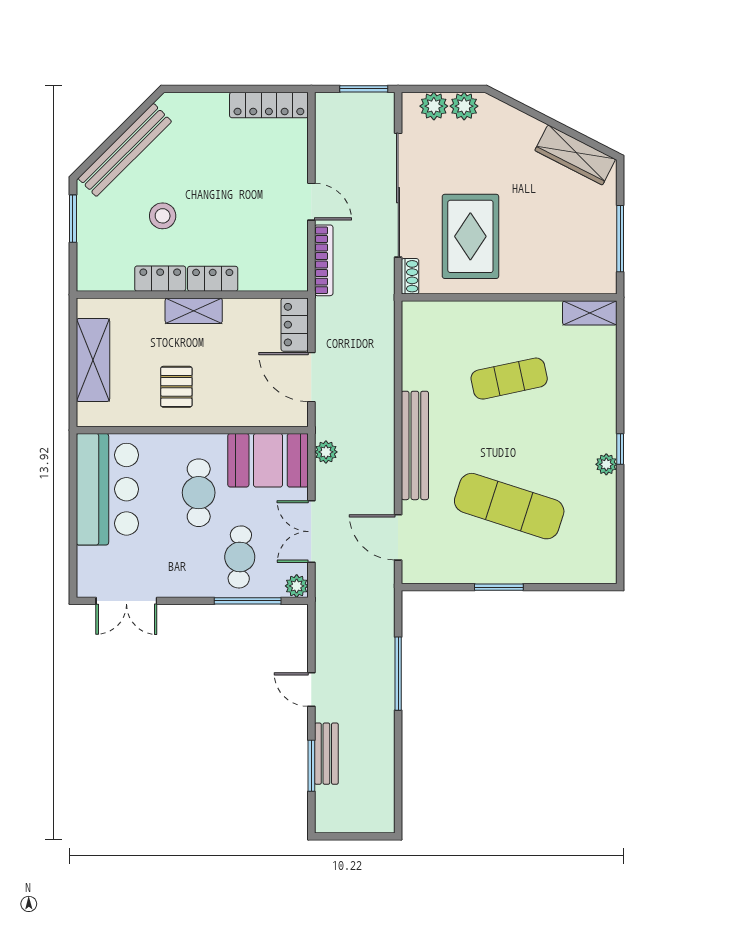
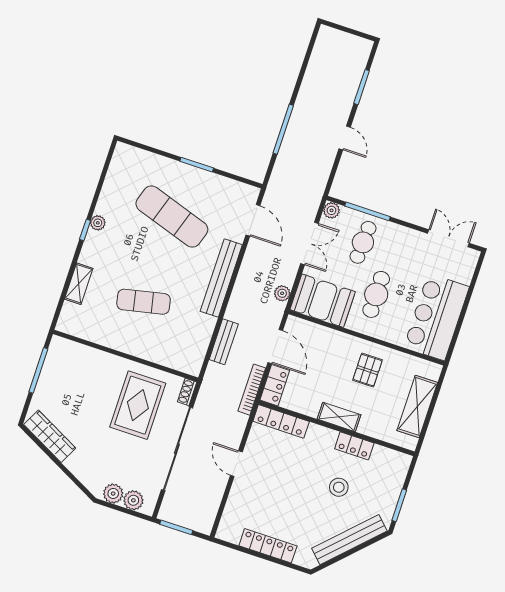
locker: (269, 105) -> (268, 546), moved
bookcase: (324, 260) -> (252, 390), moved
locker: (213, 279) -> (281, 421), moved, width x1.53
shelving: (590, 313) -> (79, 284), moved, turned 90
bench: (326, 754) -> (224, 342), moved

